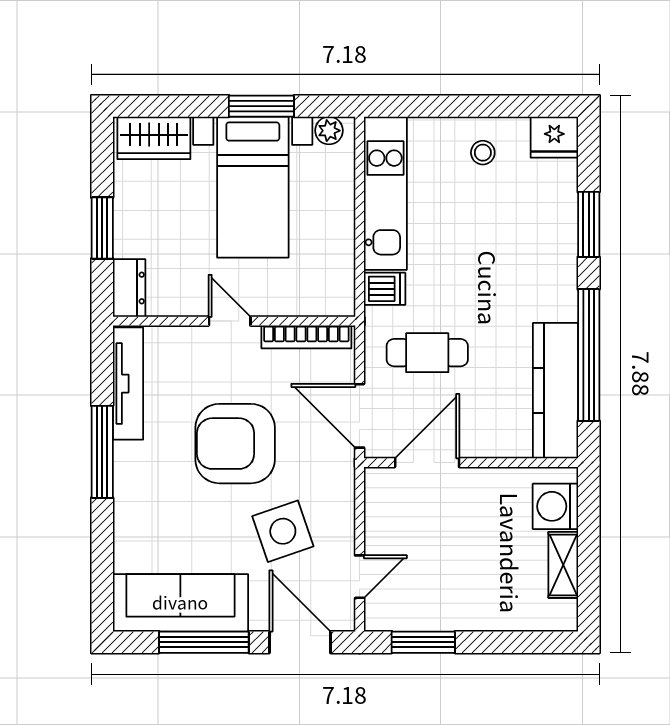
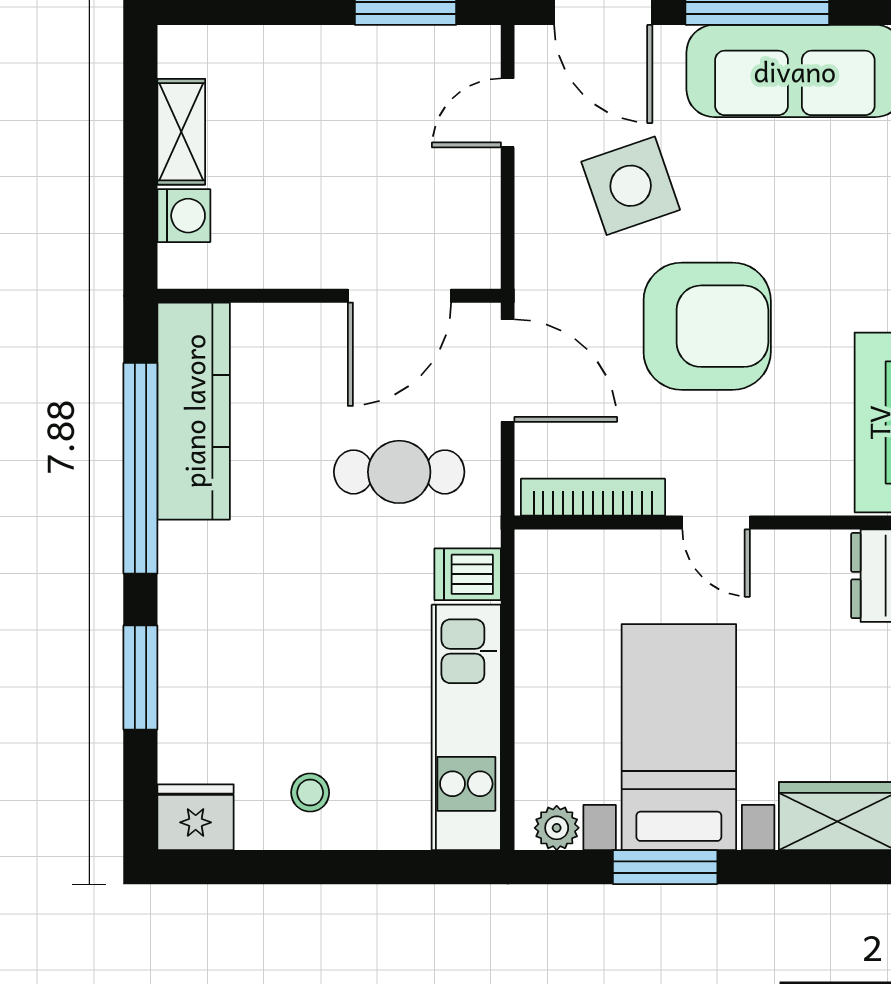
washing machine: (555, 506) -> (184, 216), width x0.73, depth x0.73

